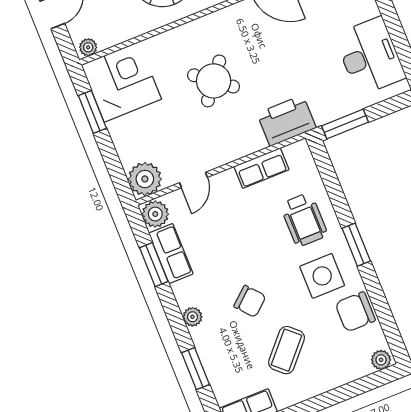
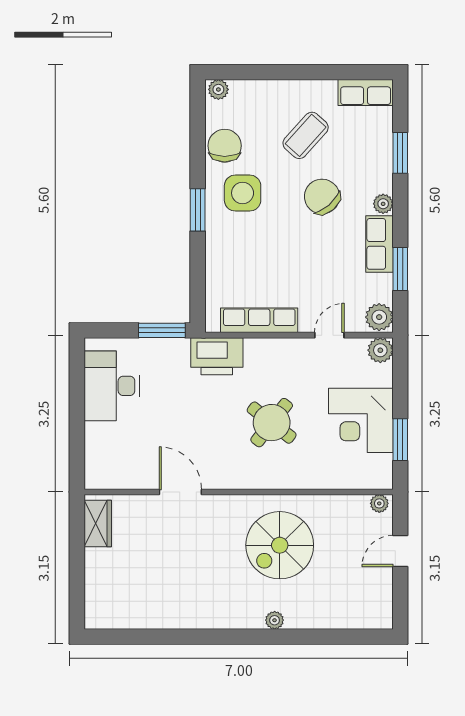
corner desk: (121, 82) -> (361, 420), moved
row of seats: (261, 168) -> (259, 320), width x1.48
plant: (145, 179) -> (380, 350), width x0.73, depth x0.73
wheelchair: (304, 220) -> (238, 254), removed
row of seats: (171, 254) -> (379, 244), moved
chair: (250, 301) -> (322, 197), width x1.37, depth x1.37
chair: (355, 312) -> (225, 146), turned -90

